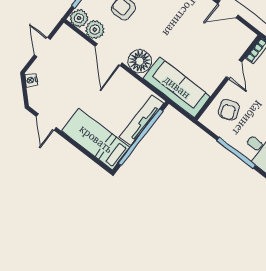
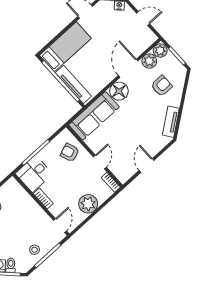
door: (109, 55) -> (128, 68), hinge flipped
door: (234, 69) -> (100, 162), swing flipped

